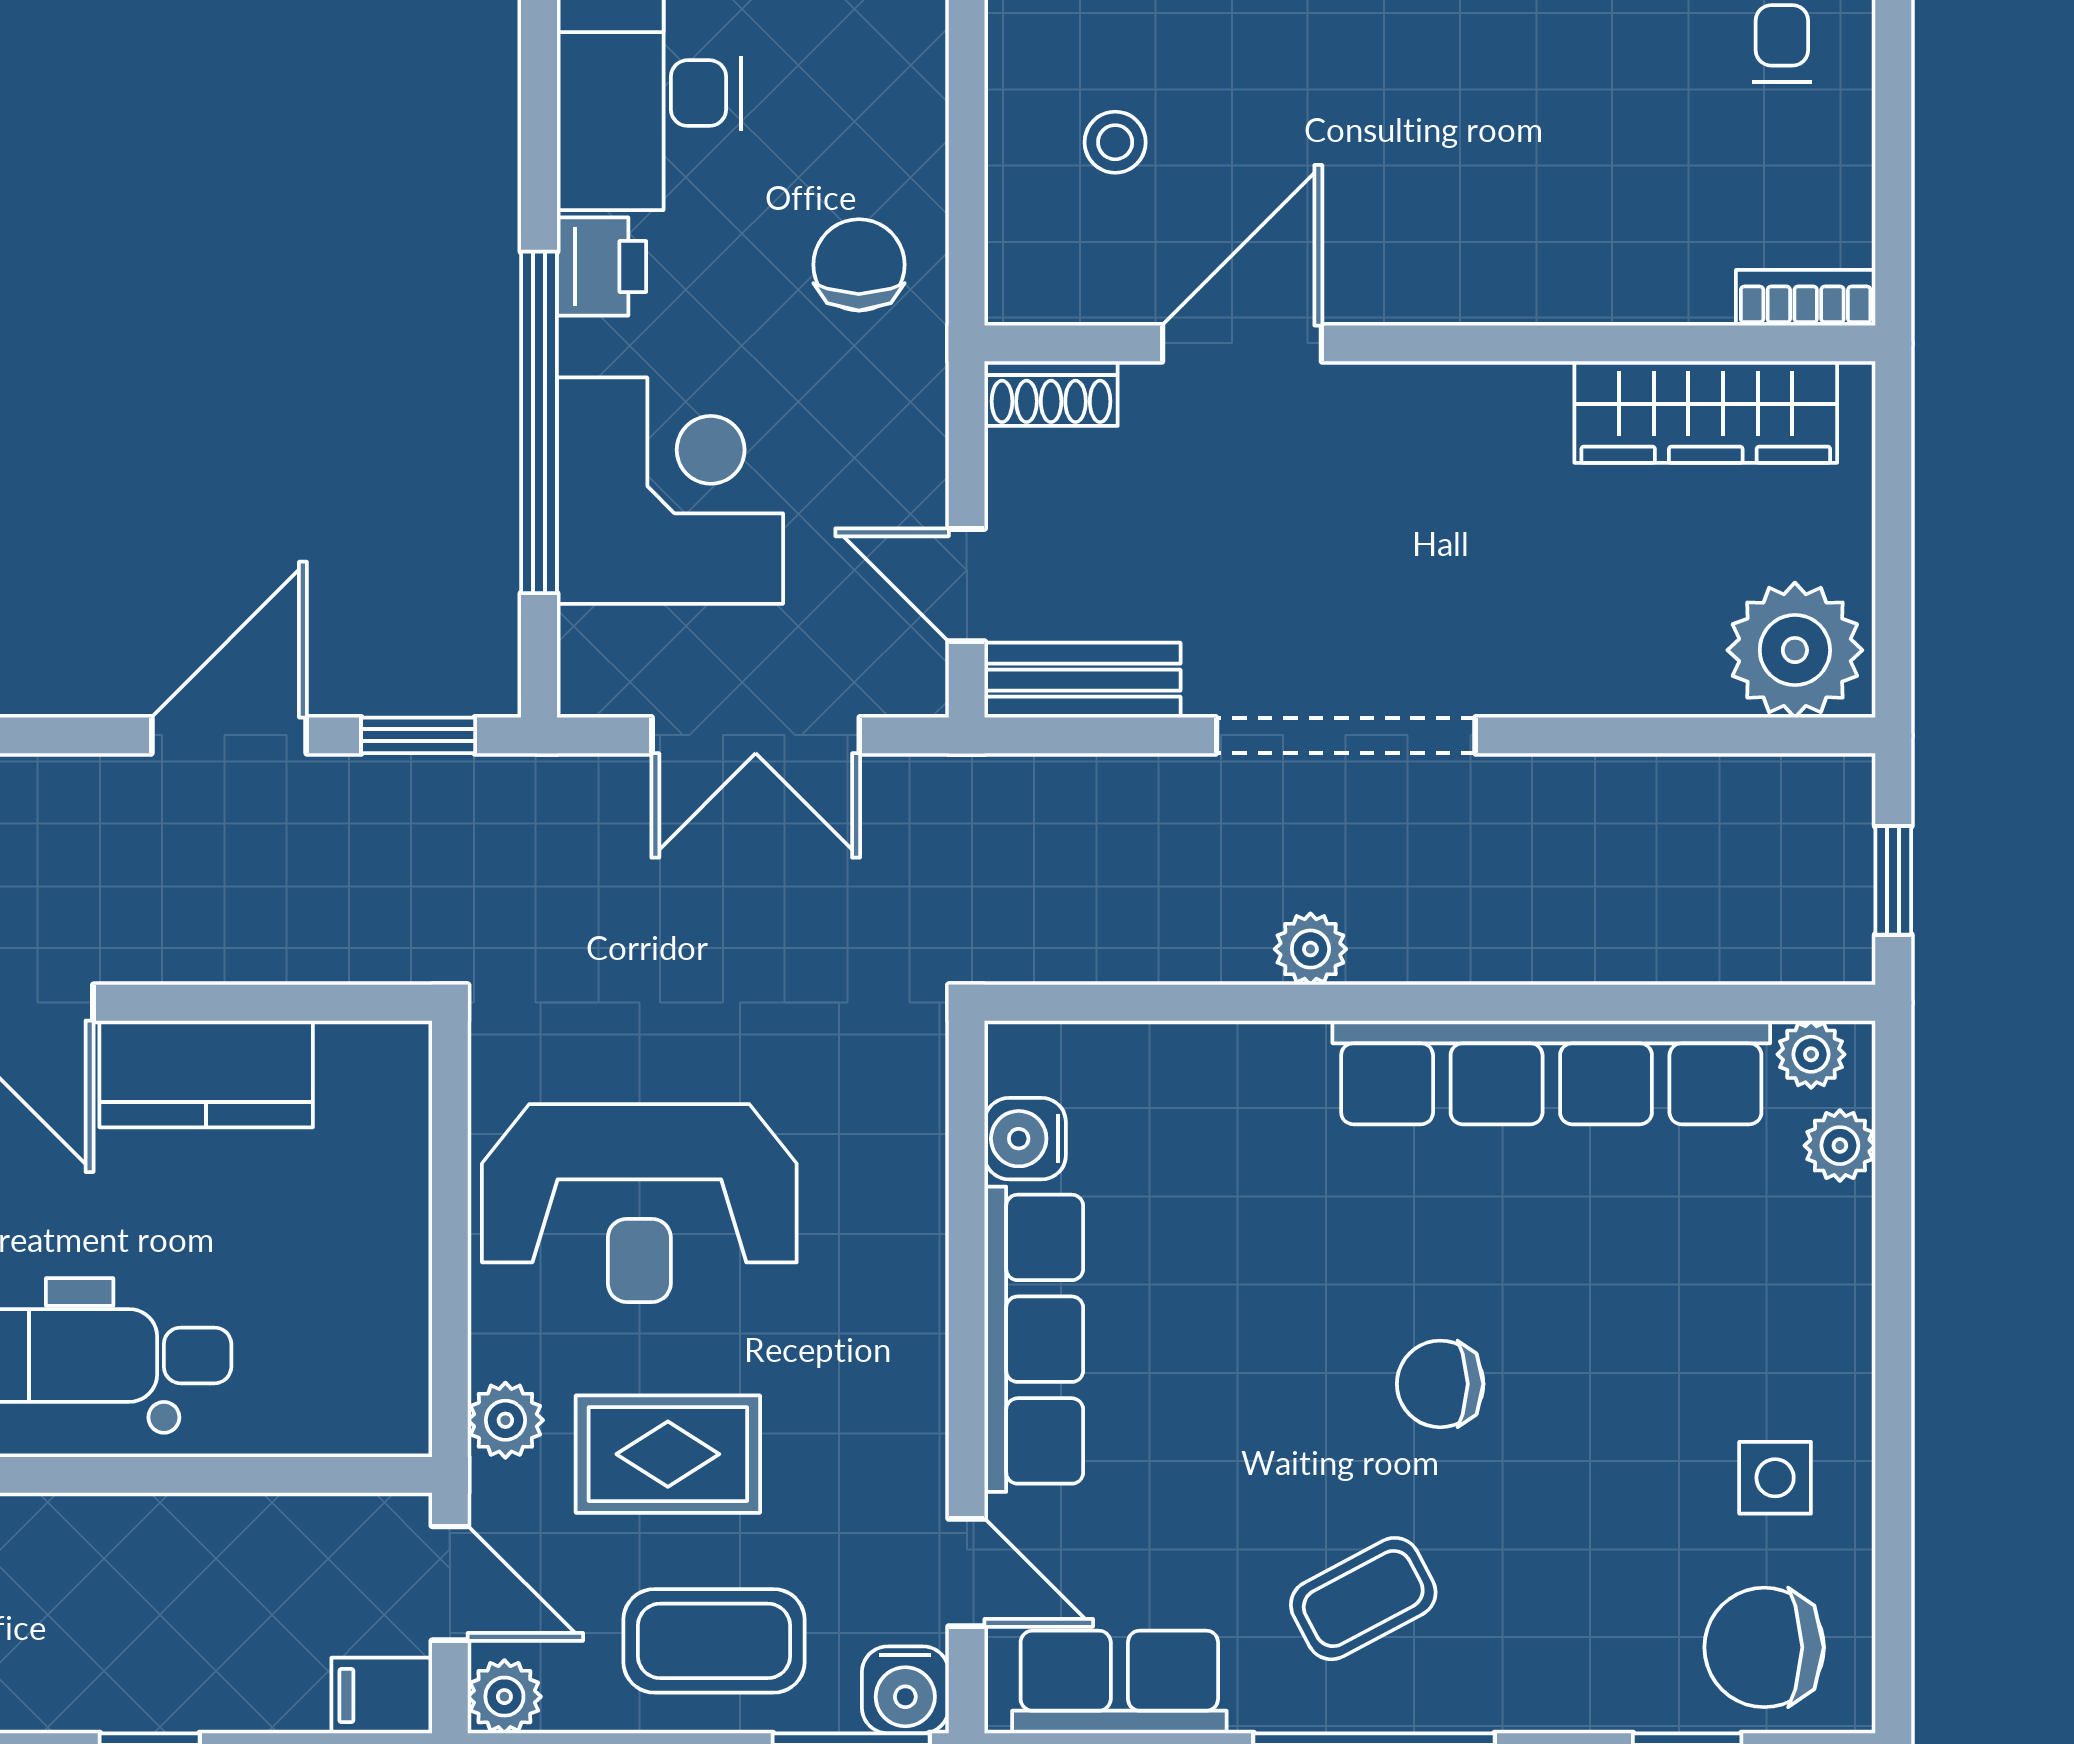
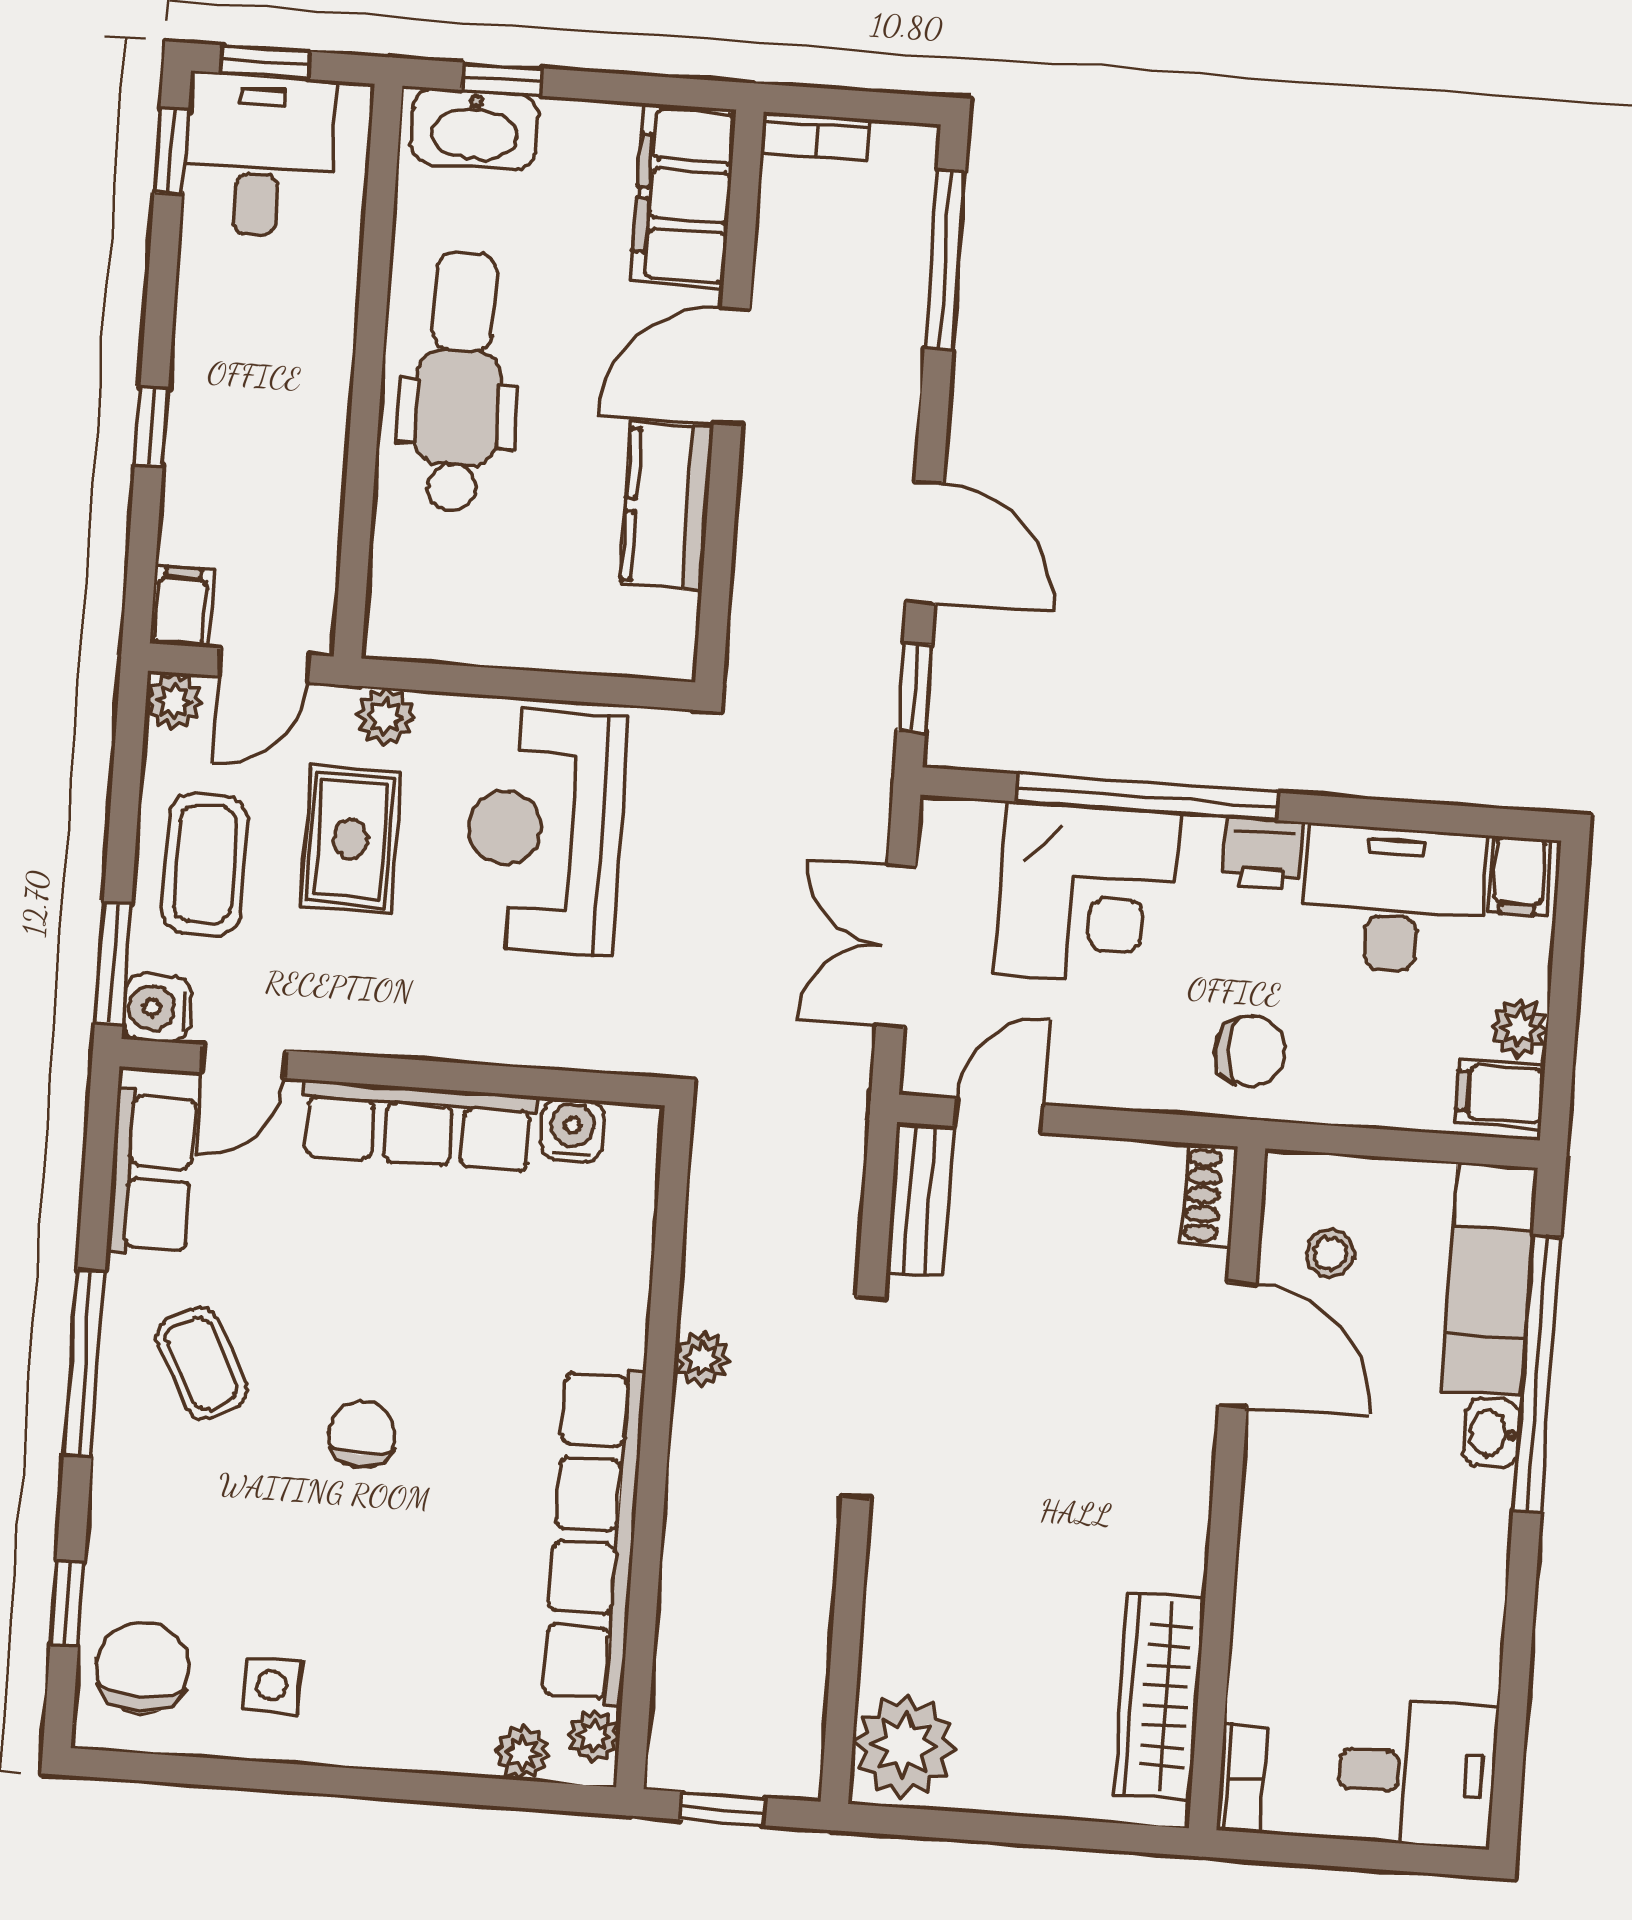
bookcase: (1806, 298) -> (1241, 1778), moved
door: (1242, 343) -> (1237, 1344), moved
wall: (1430, 343) -> (1227, 1488), moved
shoe rack: (1051, 394) -> (1209, 1196), moved
wardrobe: (1706, 412) -> (1159, 1696), moved

